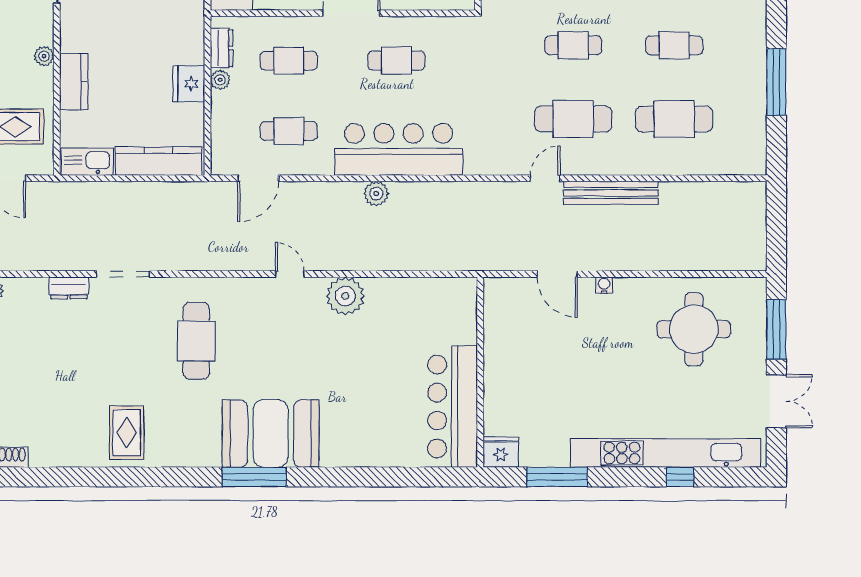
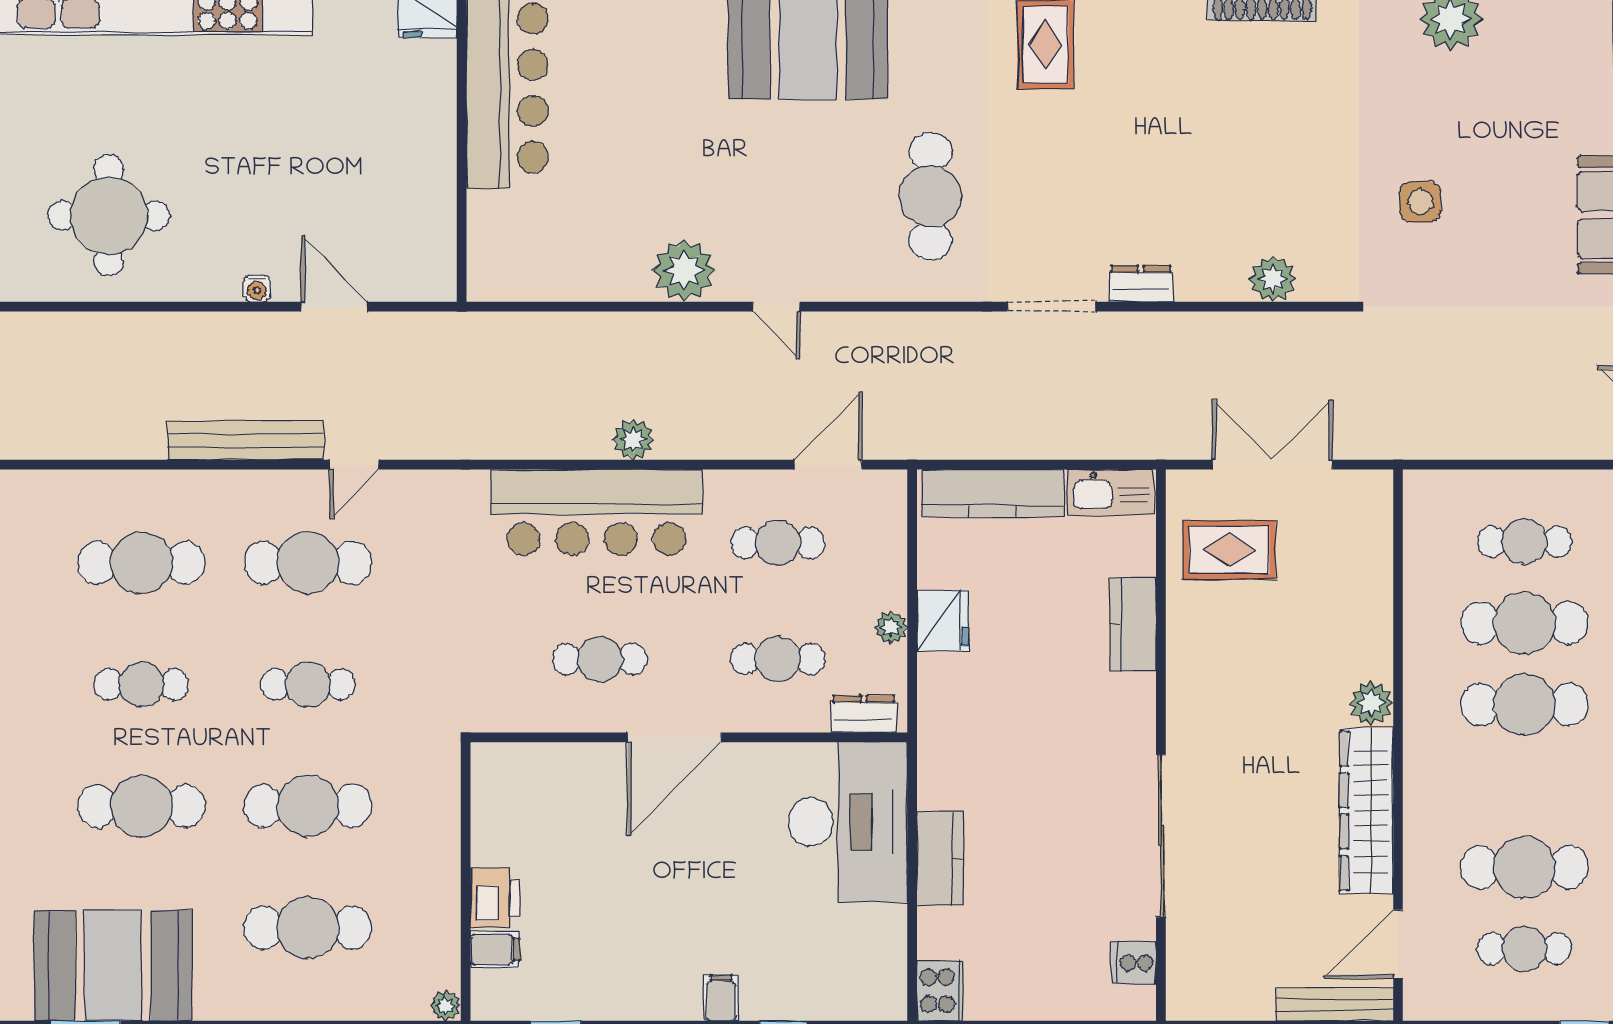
dresser: (222, 48) -> (864, 714), moved, turned 90
plant: (44, 56) -> (1182, 667), removed

